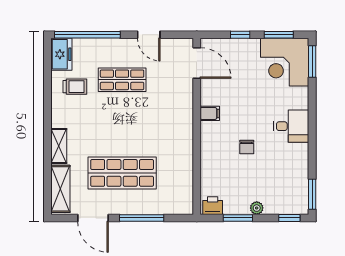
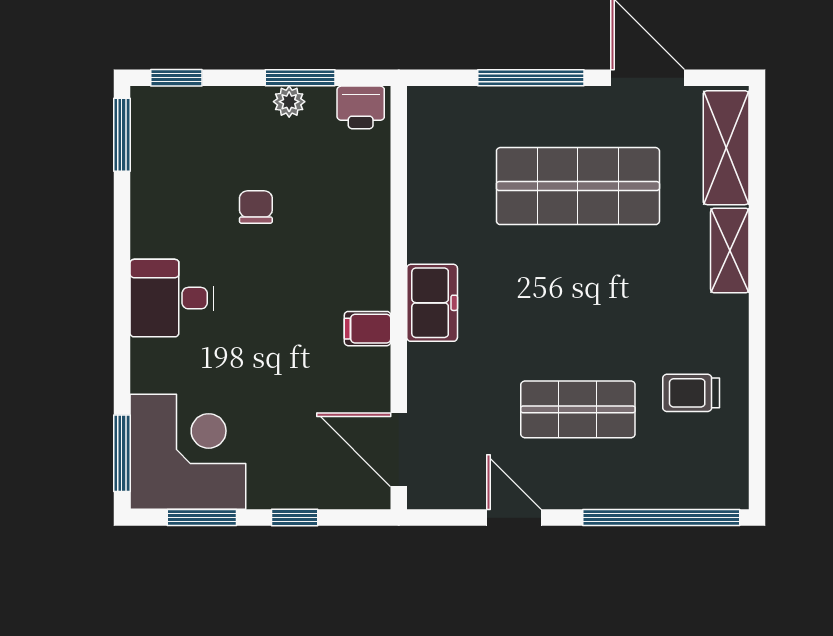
freezer: (61, 54) -> (432, 303), moved, turned 180
chair: (247, 147) -> (256, 207), moved
plant: (257, 208) -> (289, 102), moved

